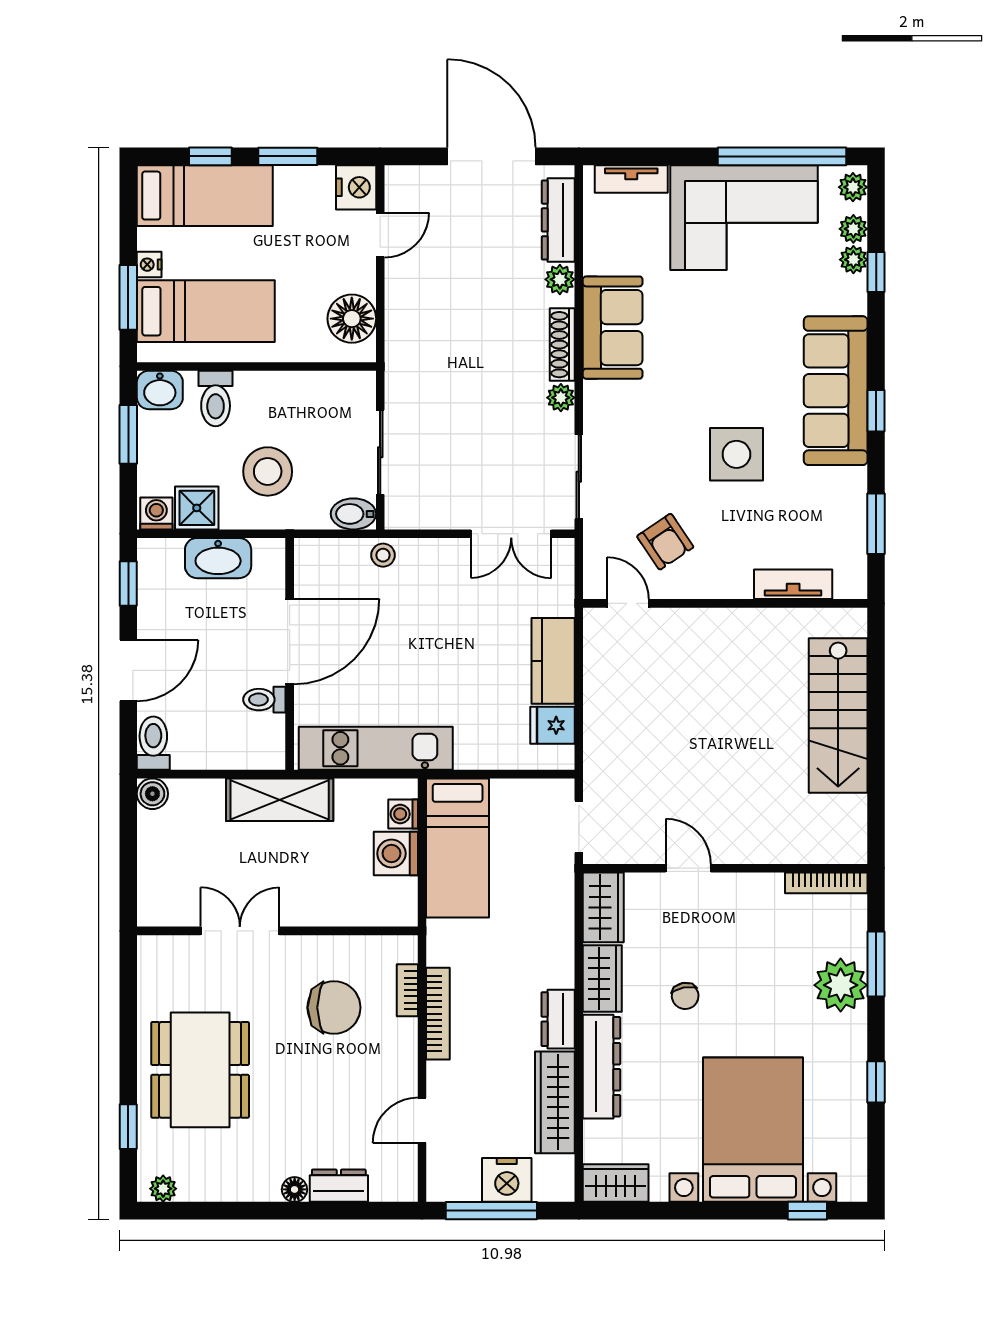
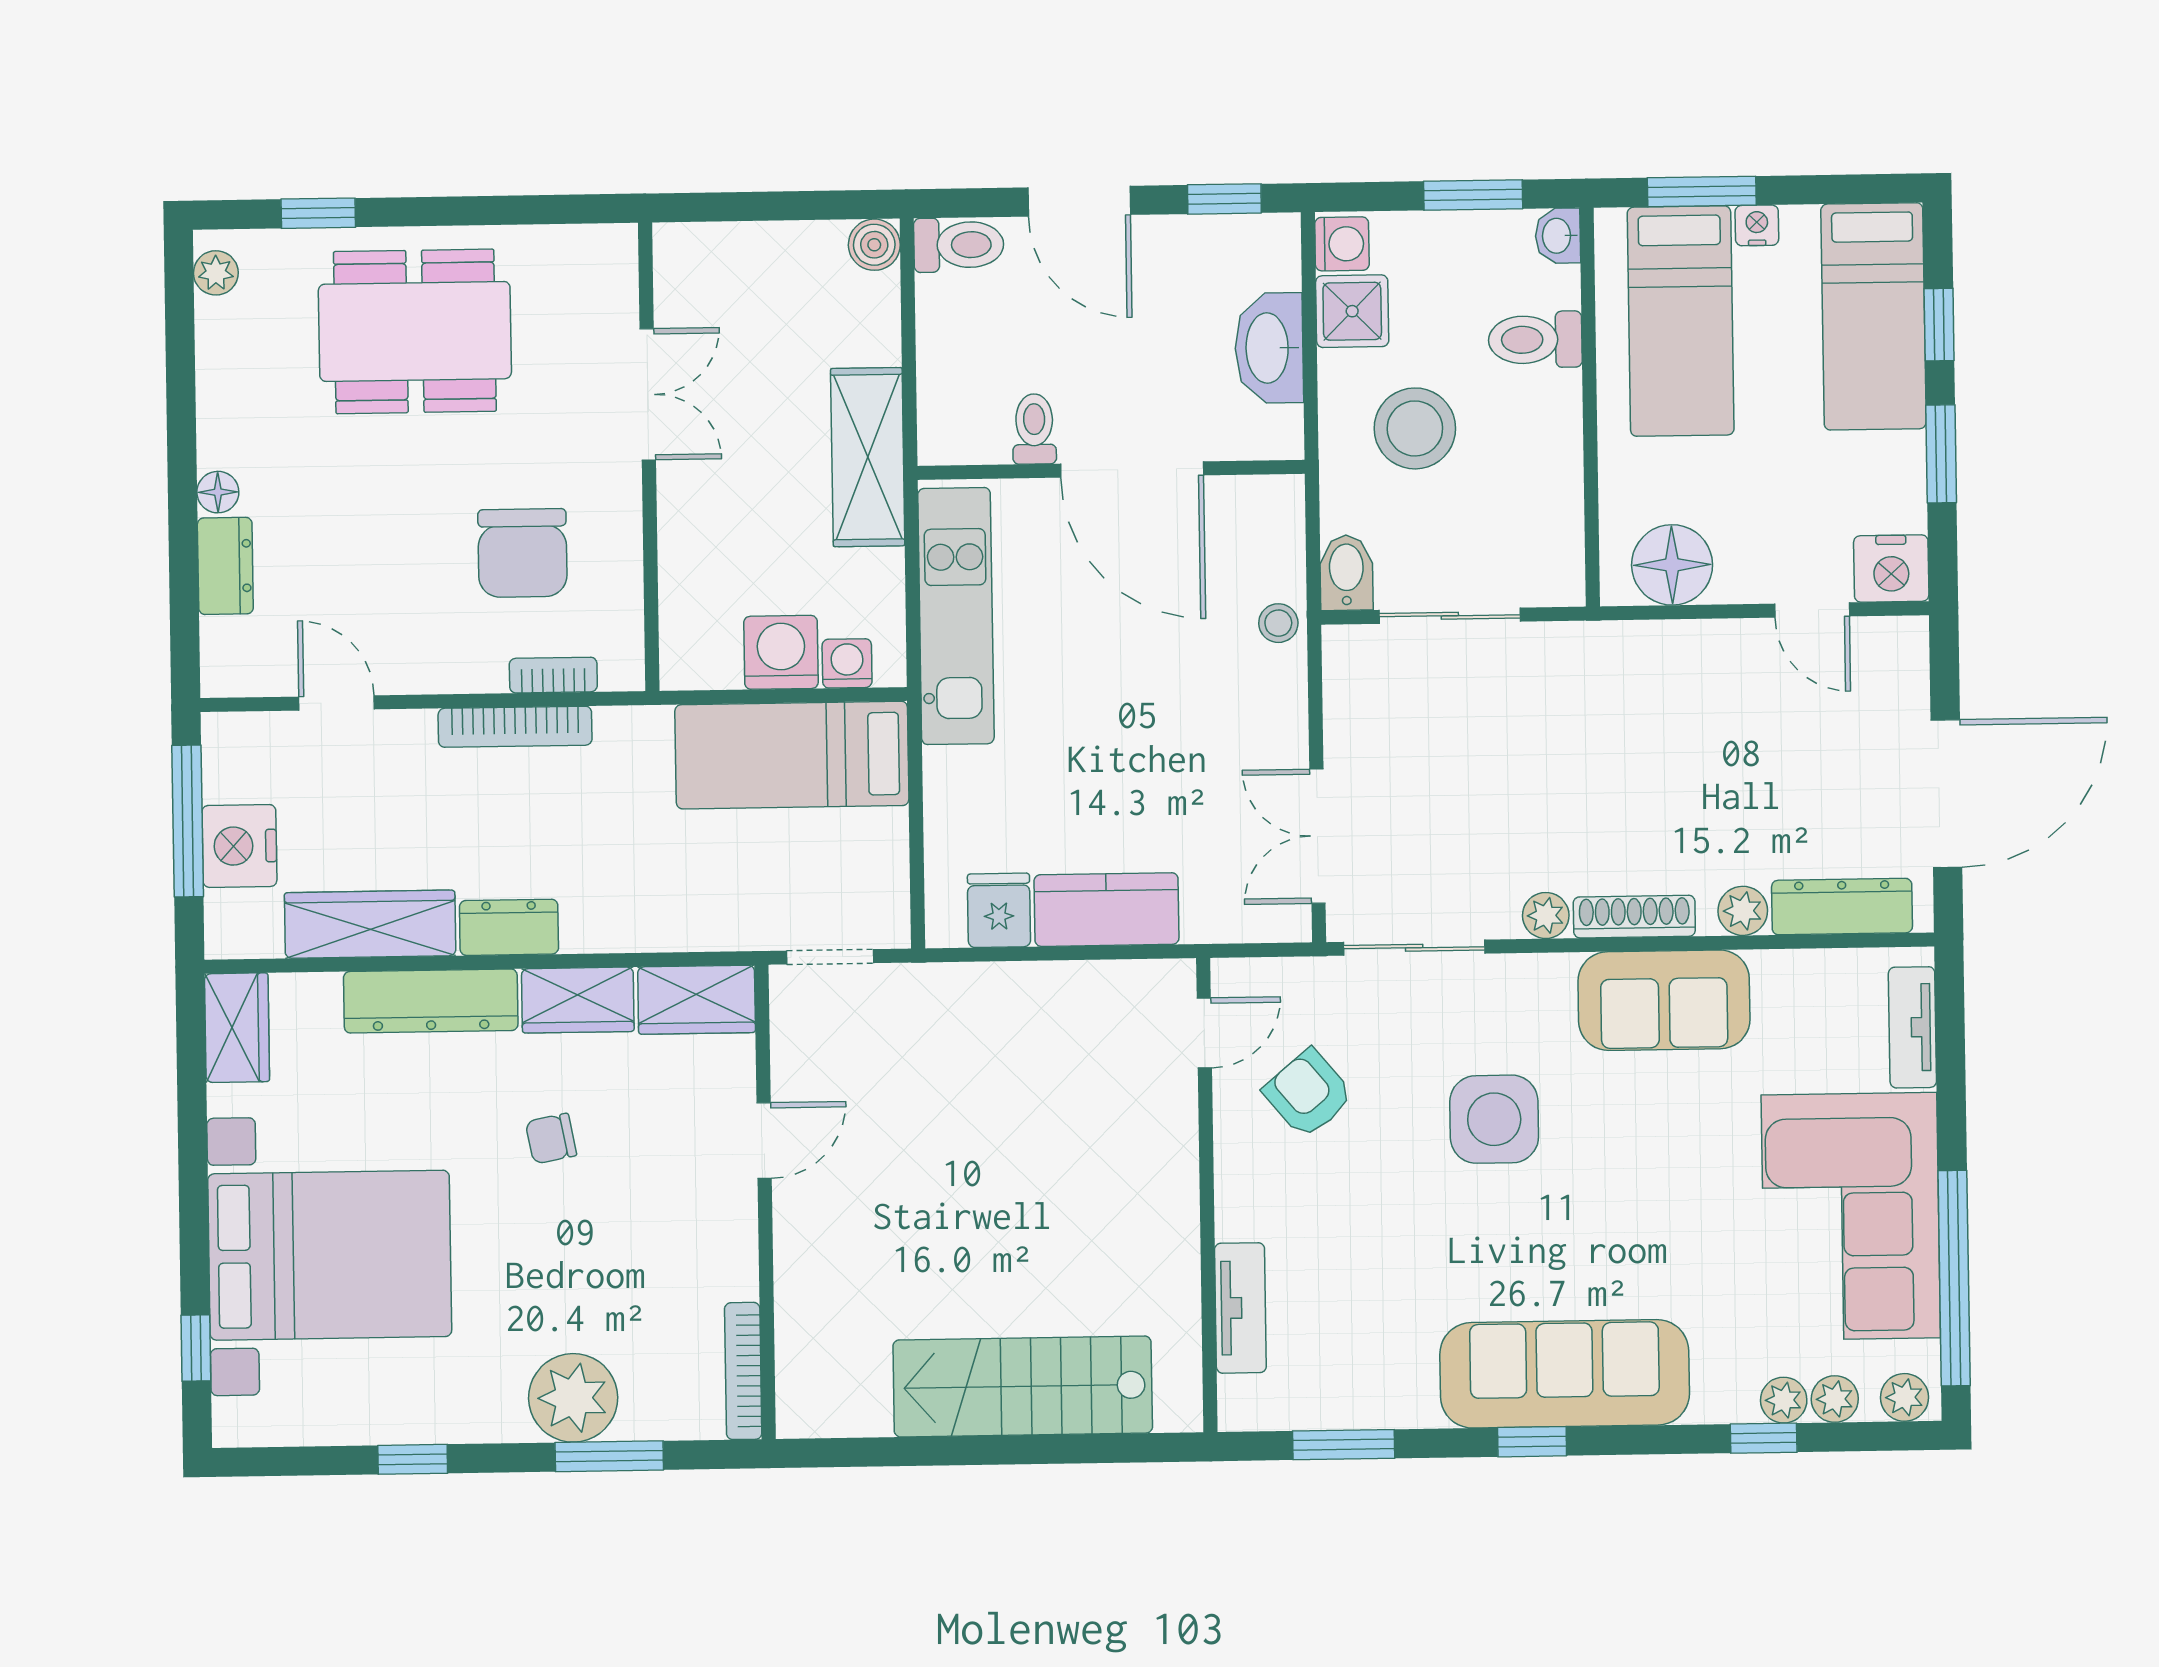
washbasin: (160, 390) -> (1558, 236), width x0.72, depth x0.69
side table: (736, 454) -> (1494, 1119), moved
armchair: (665, 542) -> (1308, 1094), turned 84

